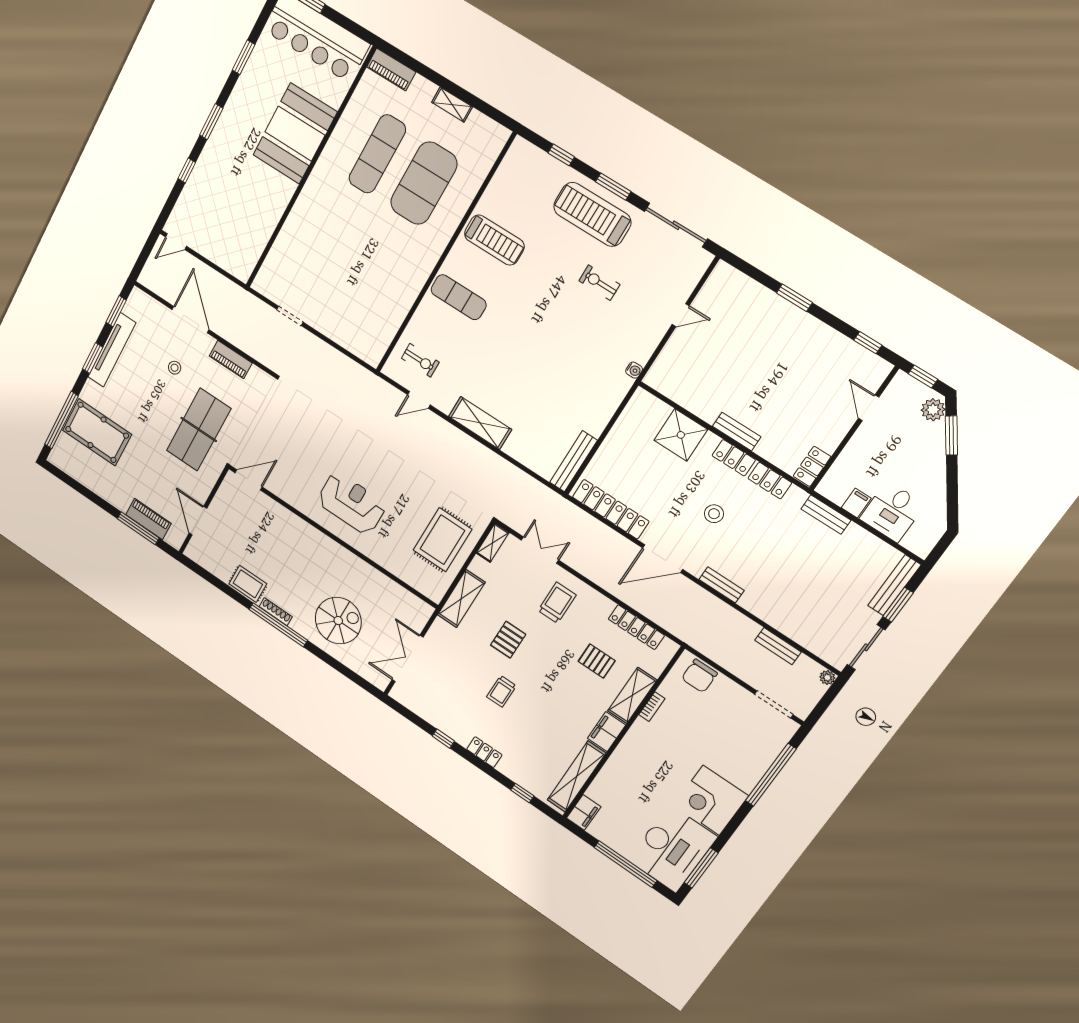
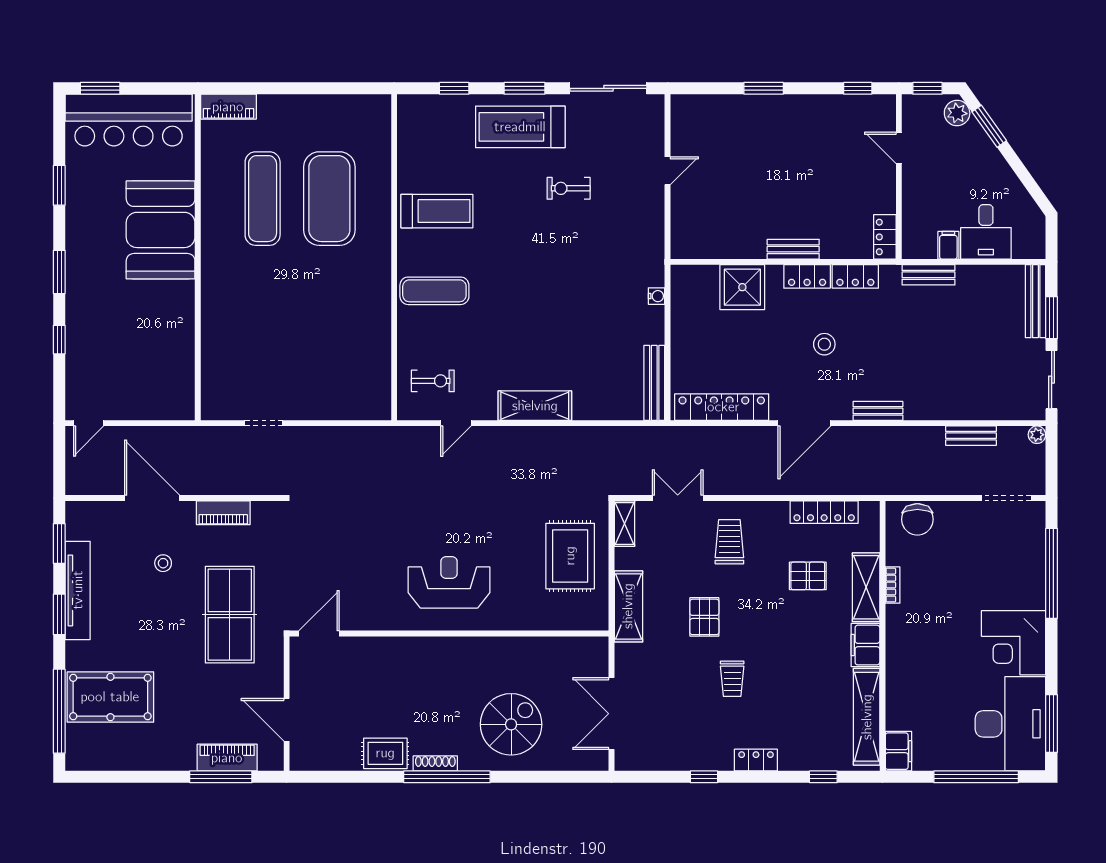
shelving: (452, 105) -> (313, 104), removed
water cooler: (634, 370) -> (656, 296), moved

